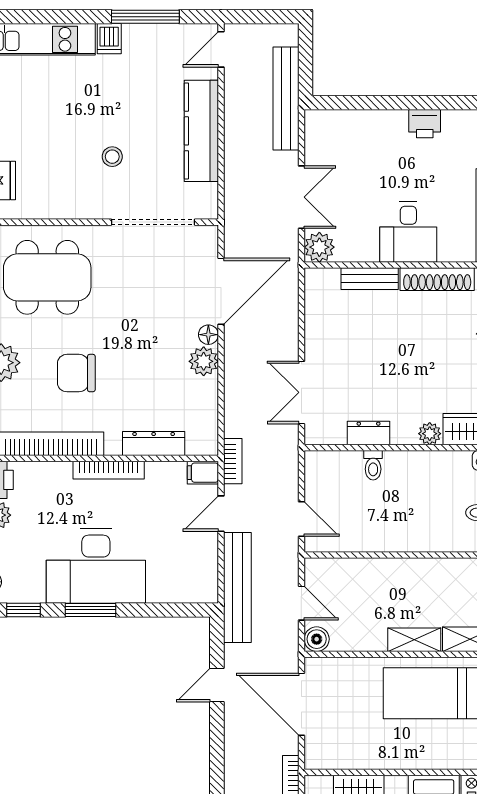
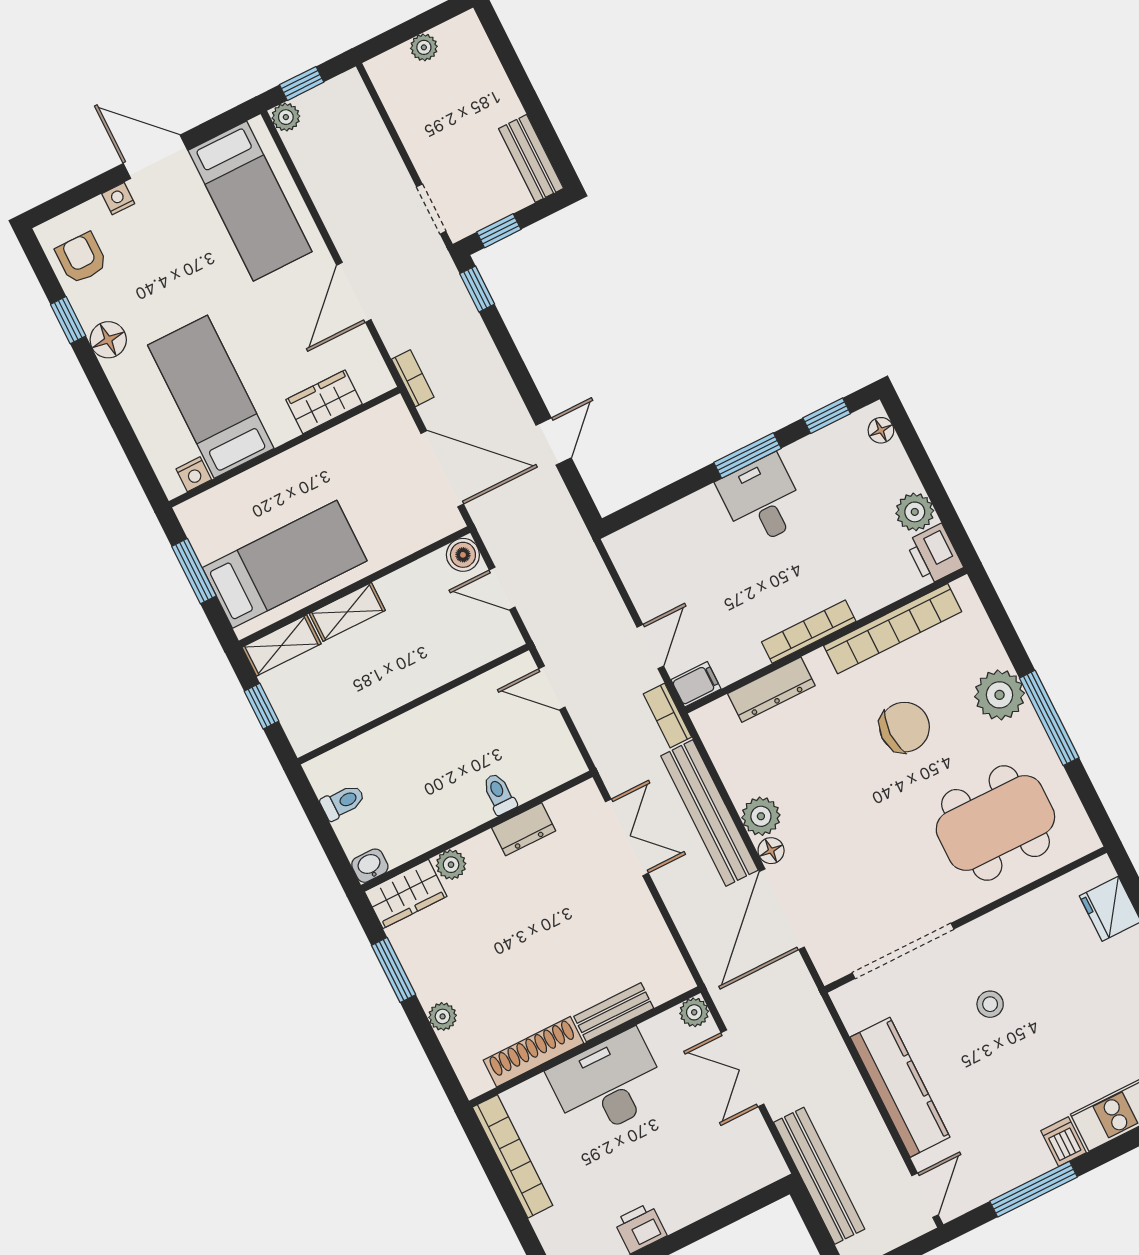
desk: (408, 232) -> (608, 1084), width x1.37
plant: (319, 247) -> (694, 1012), width x0.73, depth x0.73
desk: (96, 566) -> (762, 500), width x0.53, depth x0.77
bench: (237, 588) -> (709, 813), moved

